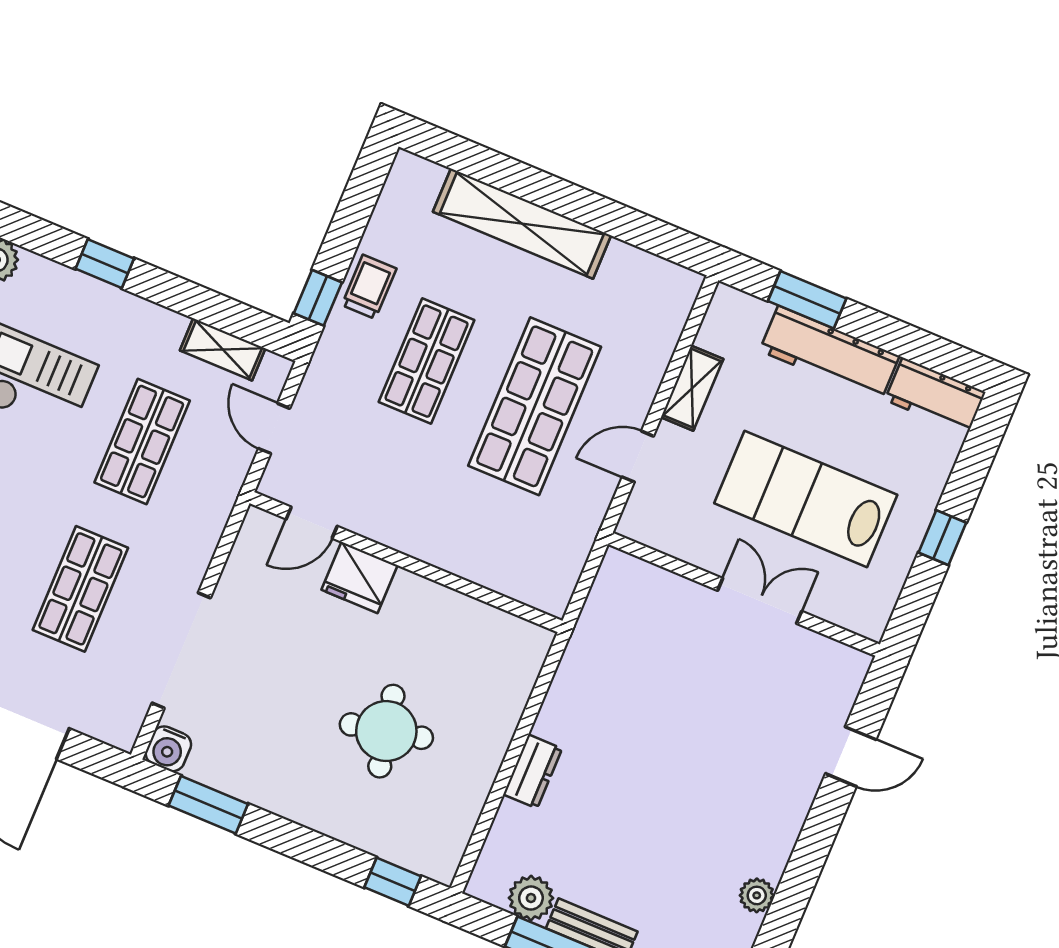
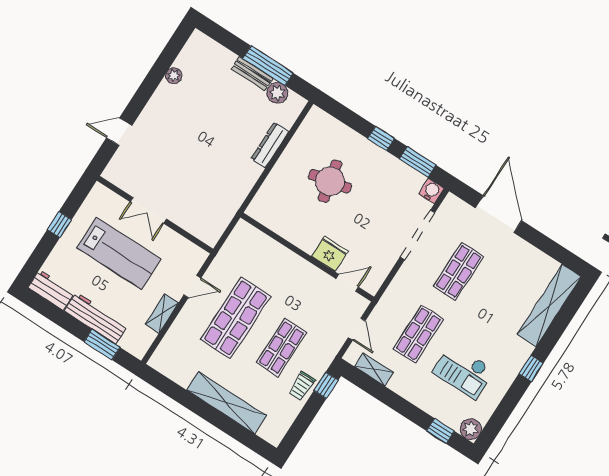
window: (105, 264) -> (440, 431), moved
dresser: (533, 771) -> (270, 145), width x1.44
window: (393, 882) -> (381, 138), moved

